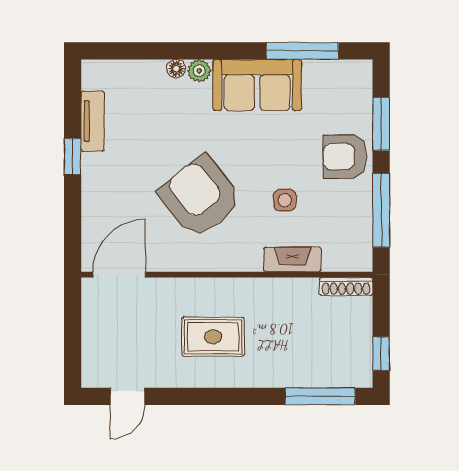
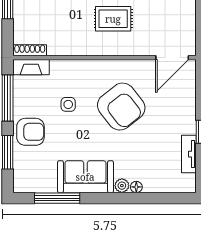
fireplace: (292, 259) -> (31, 67), moved

